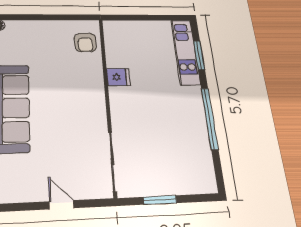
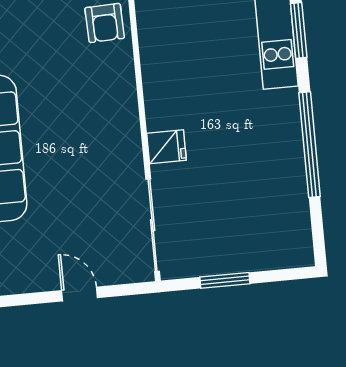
fridge: (118, 77) -> (166, 147), moved

